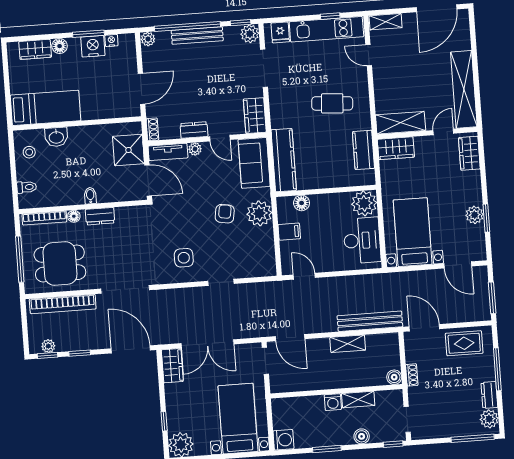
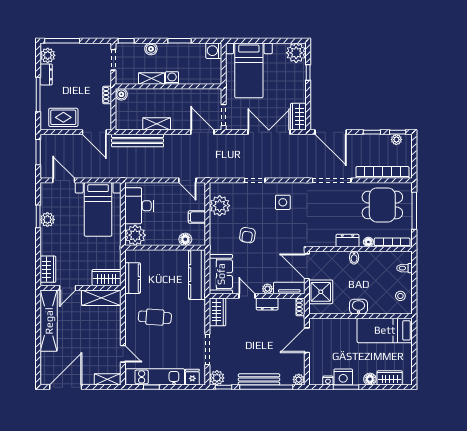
washbasin: (56, 137) -> (358, 307), moved
plant: (259, 213) -> (220, 206), moved

